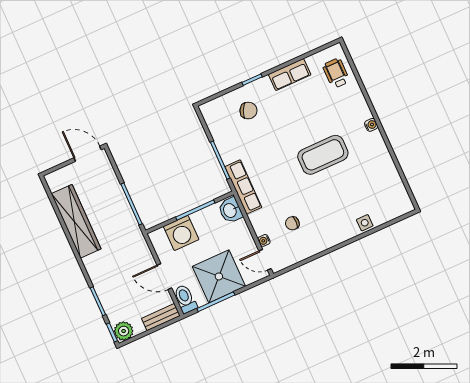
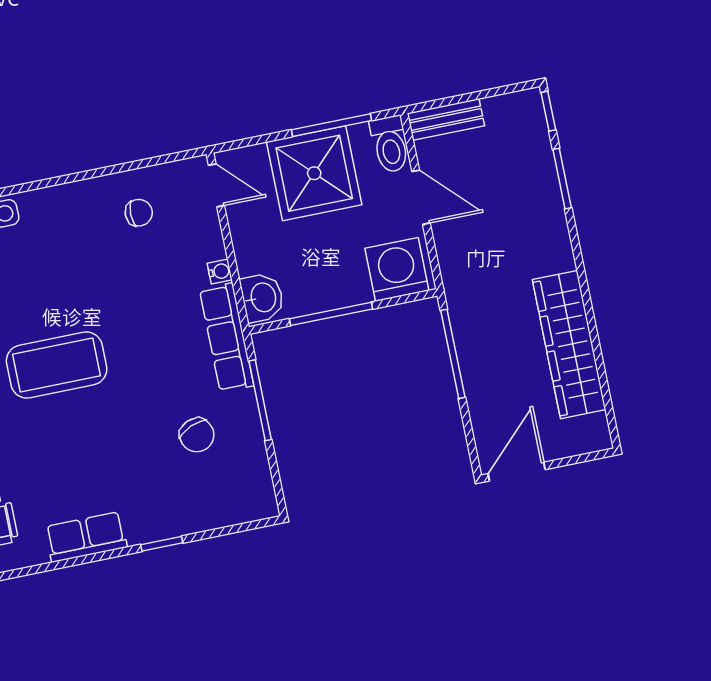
chair: (248, 111) -> (197, 435), moved, turned -139
door: (88, 154) -> (517, 472), swing flipped
chair: (292, 223) -> (139, 213), moved
washing machine: (181, 233) -> (397, 269), moved
water cooler: (264, 240) -> (220, 271), moved
plant: (124, 331) -> (525, 109), removed

